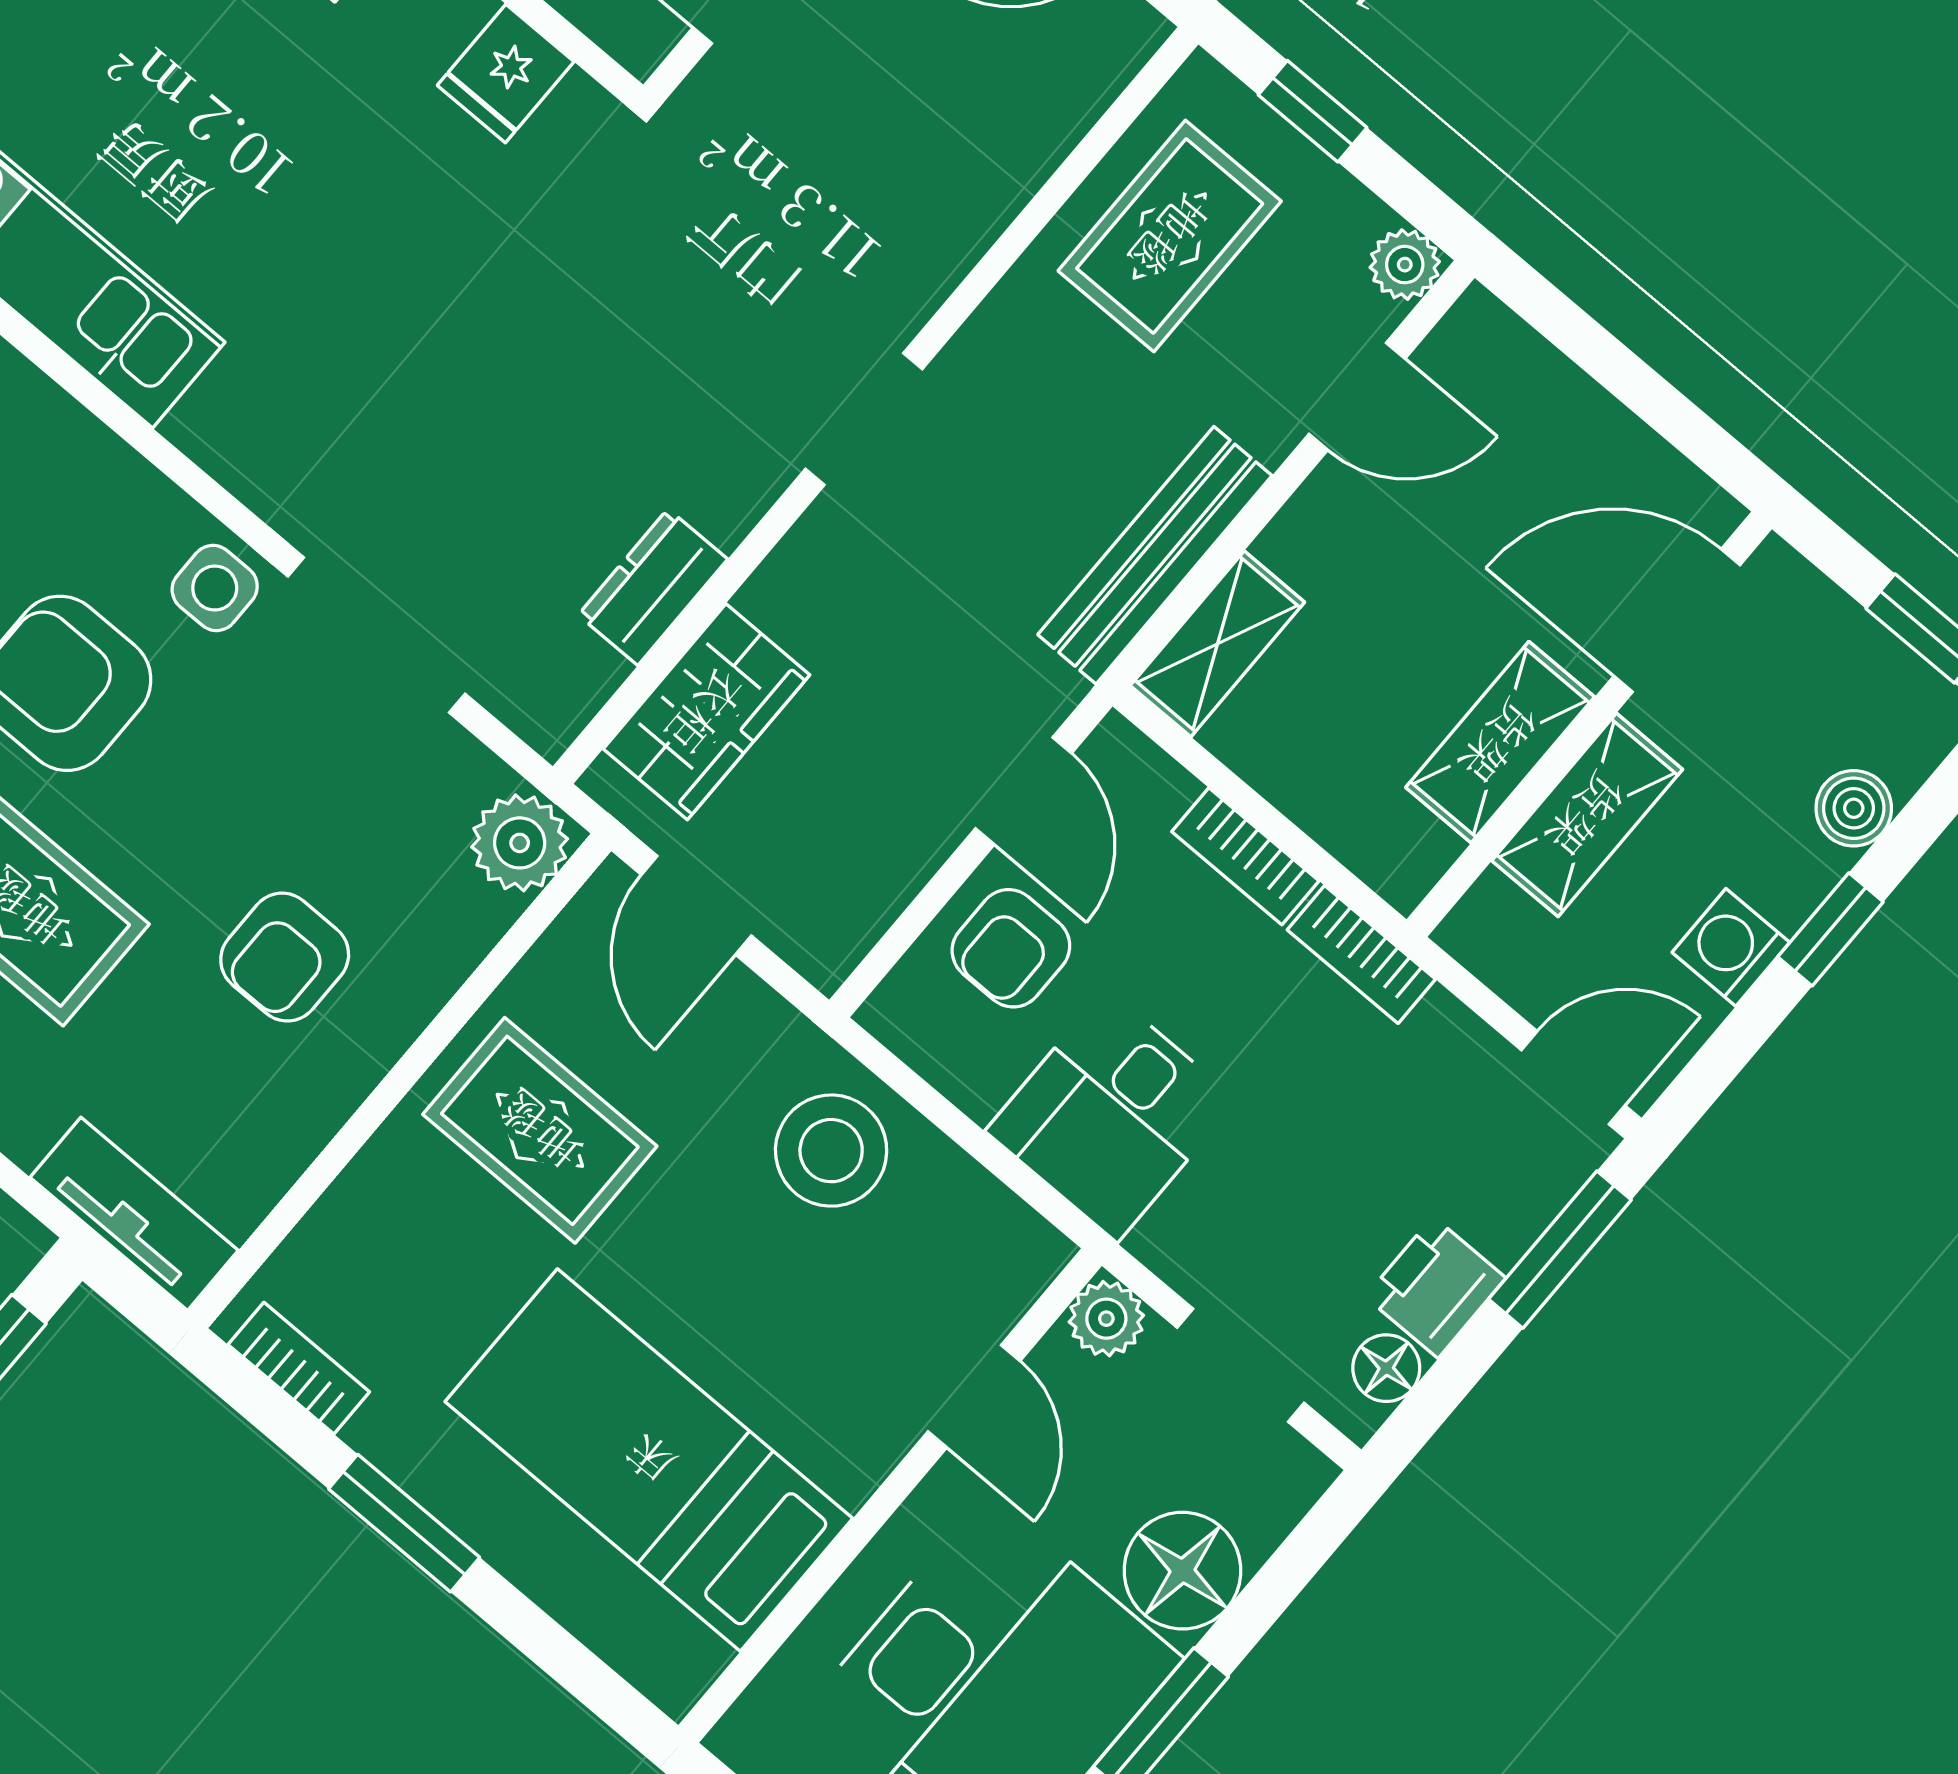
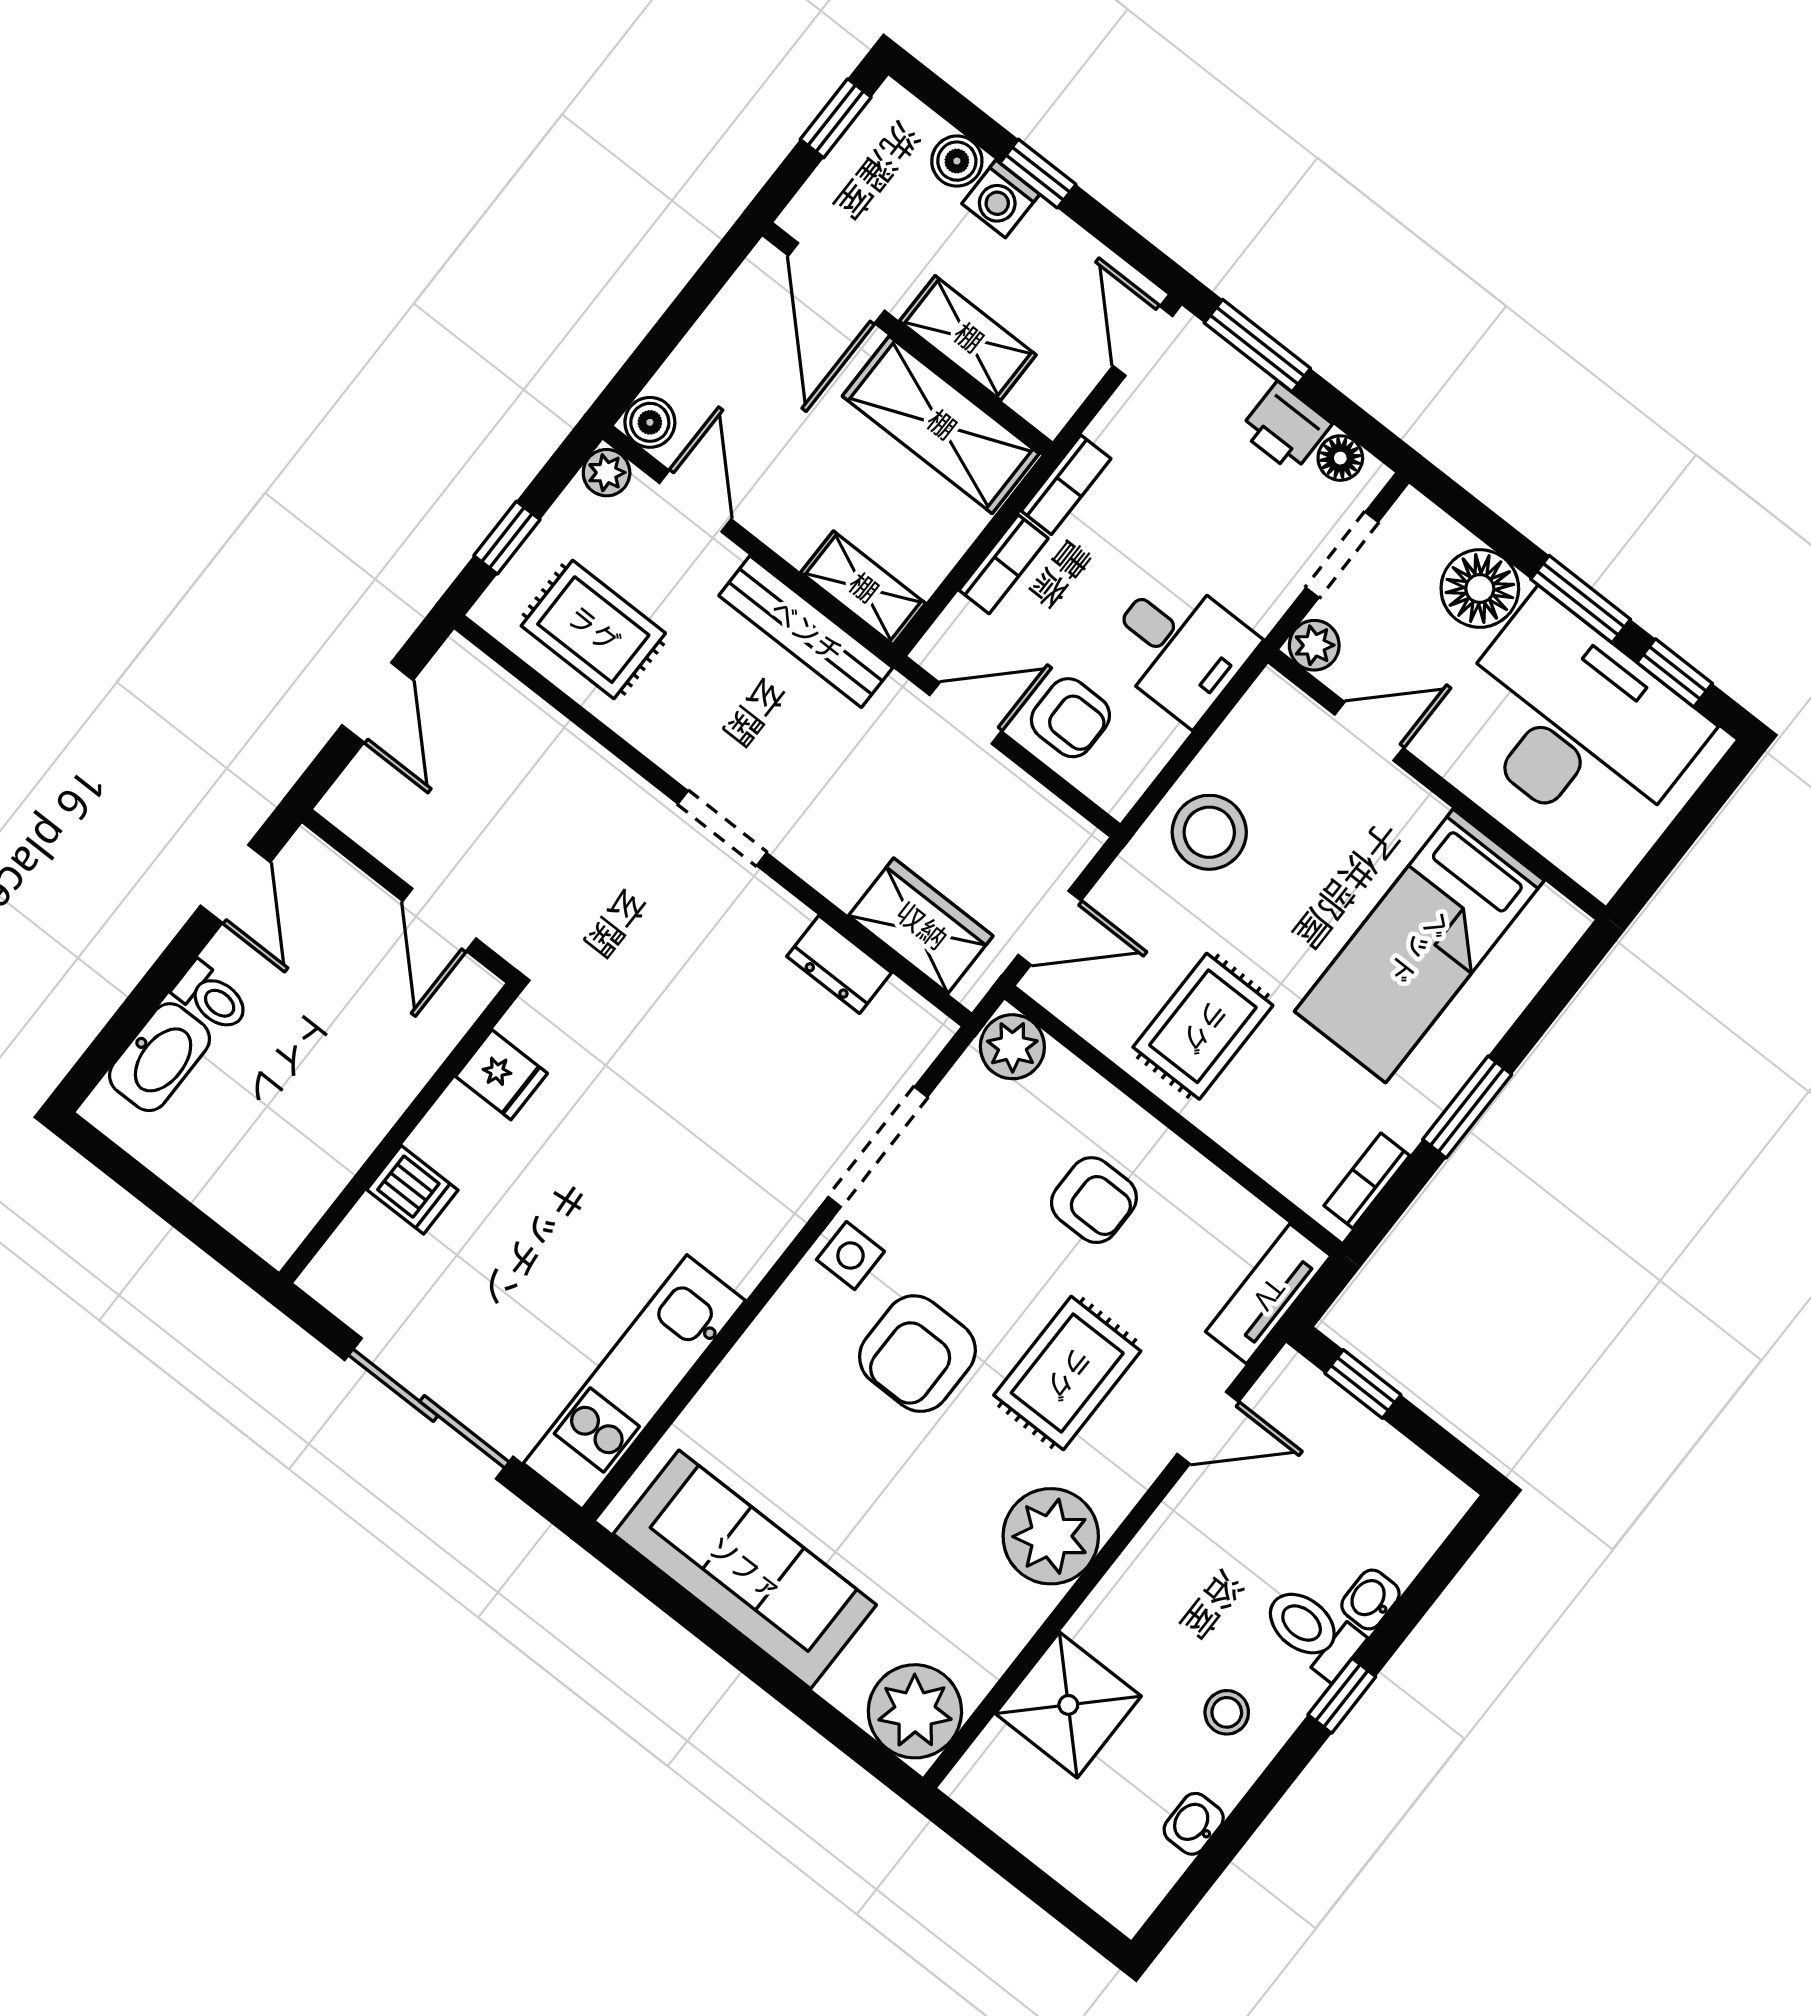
boiler: (1478, 332) -> (650, 422), added
shelving: (1500, 742) -> (941, 425), width x1.50, depth x1.33
washing machine: (1731, 947) -> (1001, 199), moved

